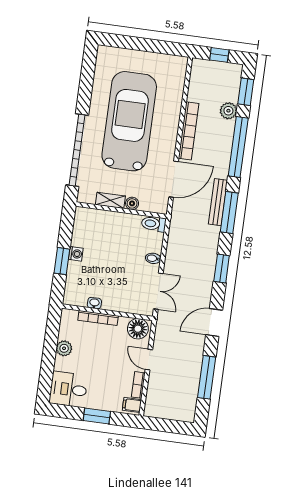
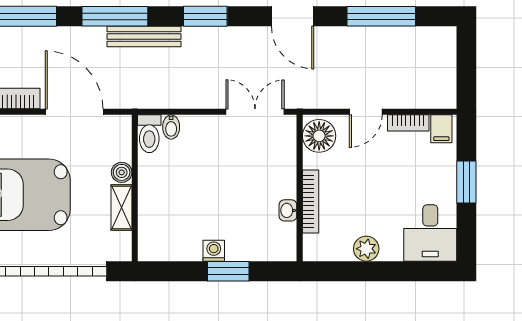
bench: (218, 202) -> (144, 36), moved
bidet: (153, 258) -> (171, 127), moved

